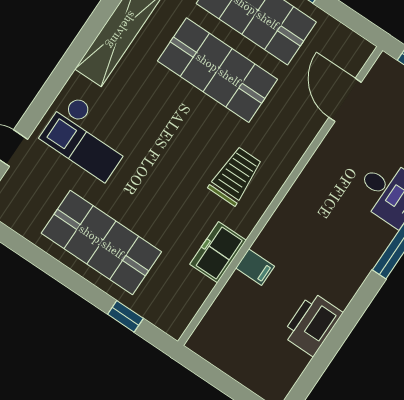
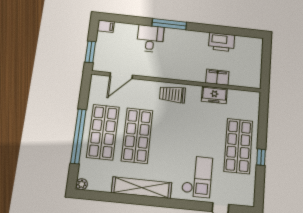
trolley: (236, 176) -> (172, 94), moved
filing cabinet: (255, 267) -> (217, 77), width x2.00
window: (125, 316) -> (261, 157), moved

